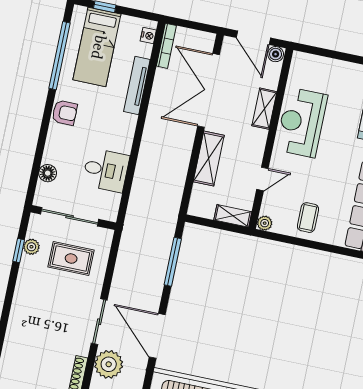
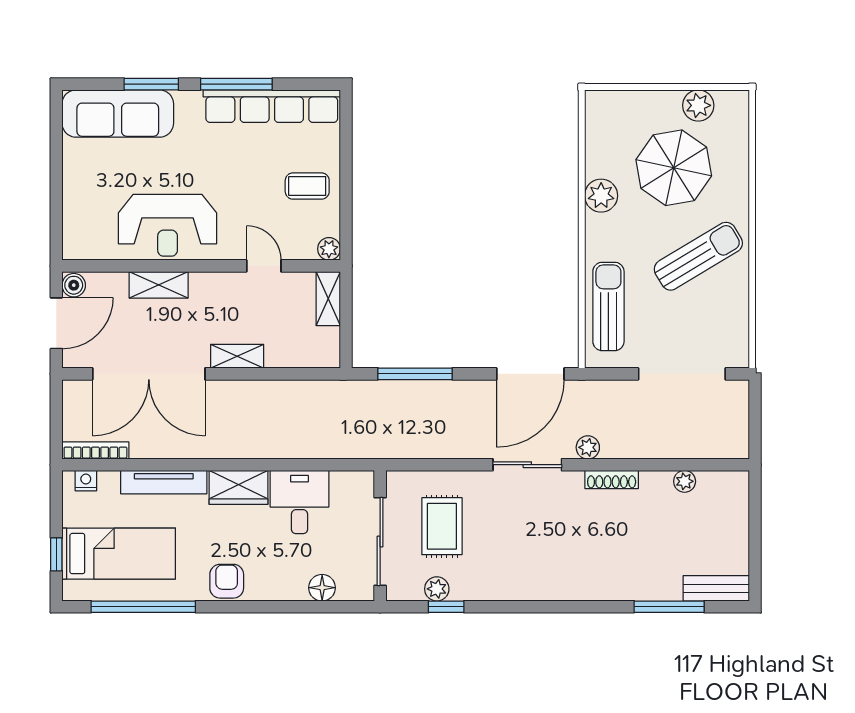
wardrobe: (123, 133) -> (239, 487), added
shelving: (209, 159) -> (237, 356), width x0.67, depth x0.75
plant: (109, 364) -> (588, 447), width x0.53, depth x0.53

